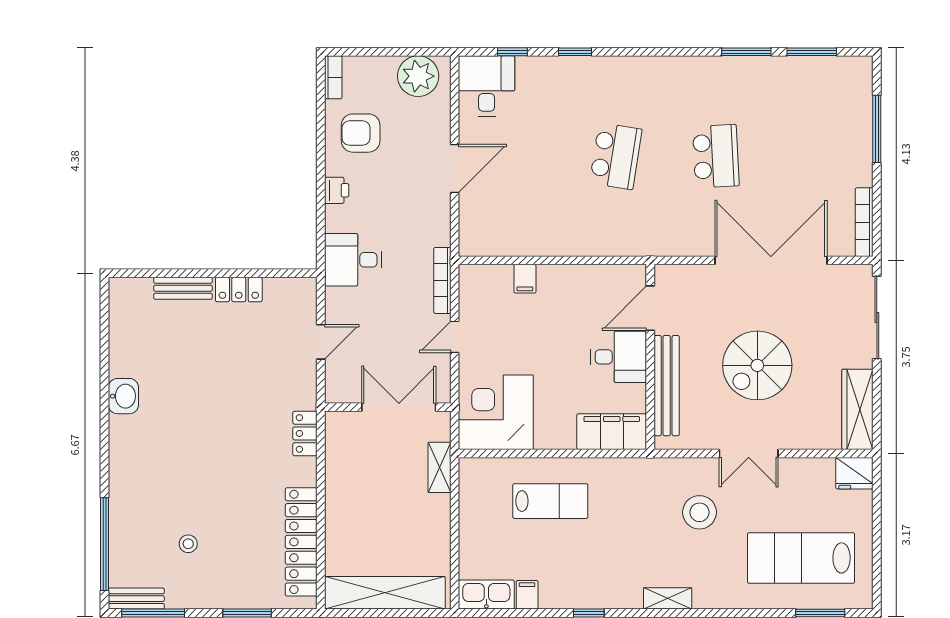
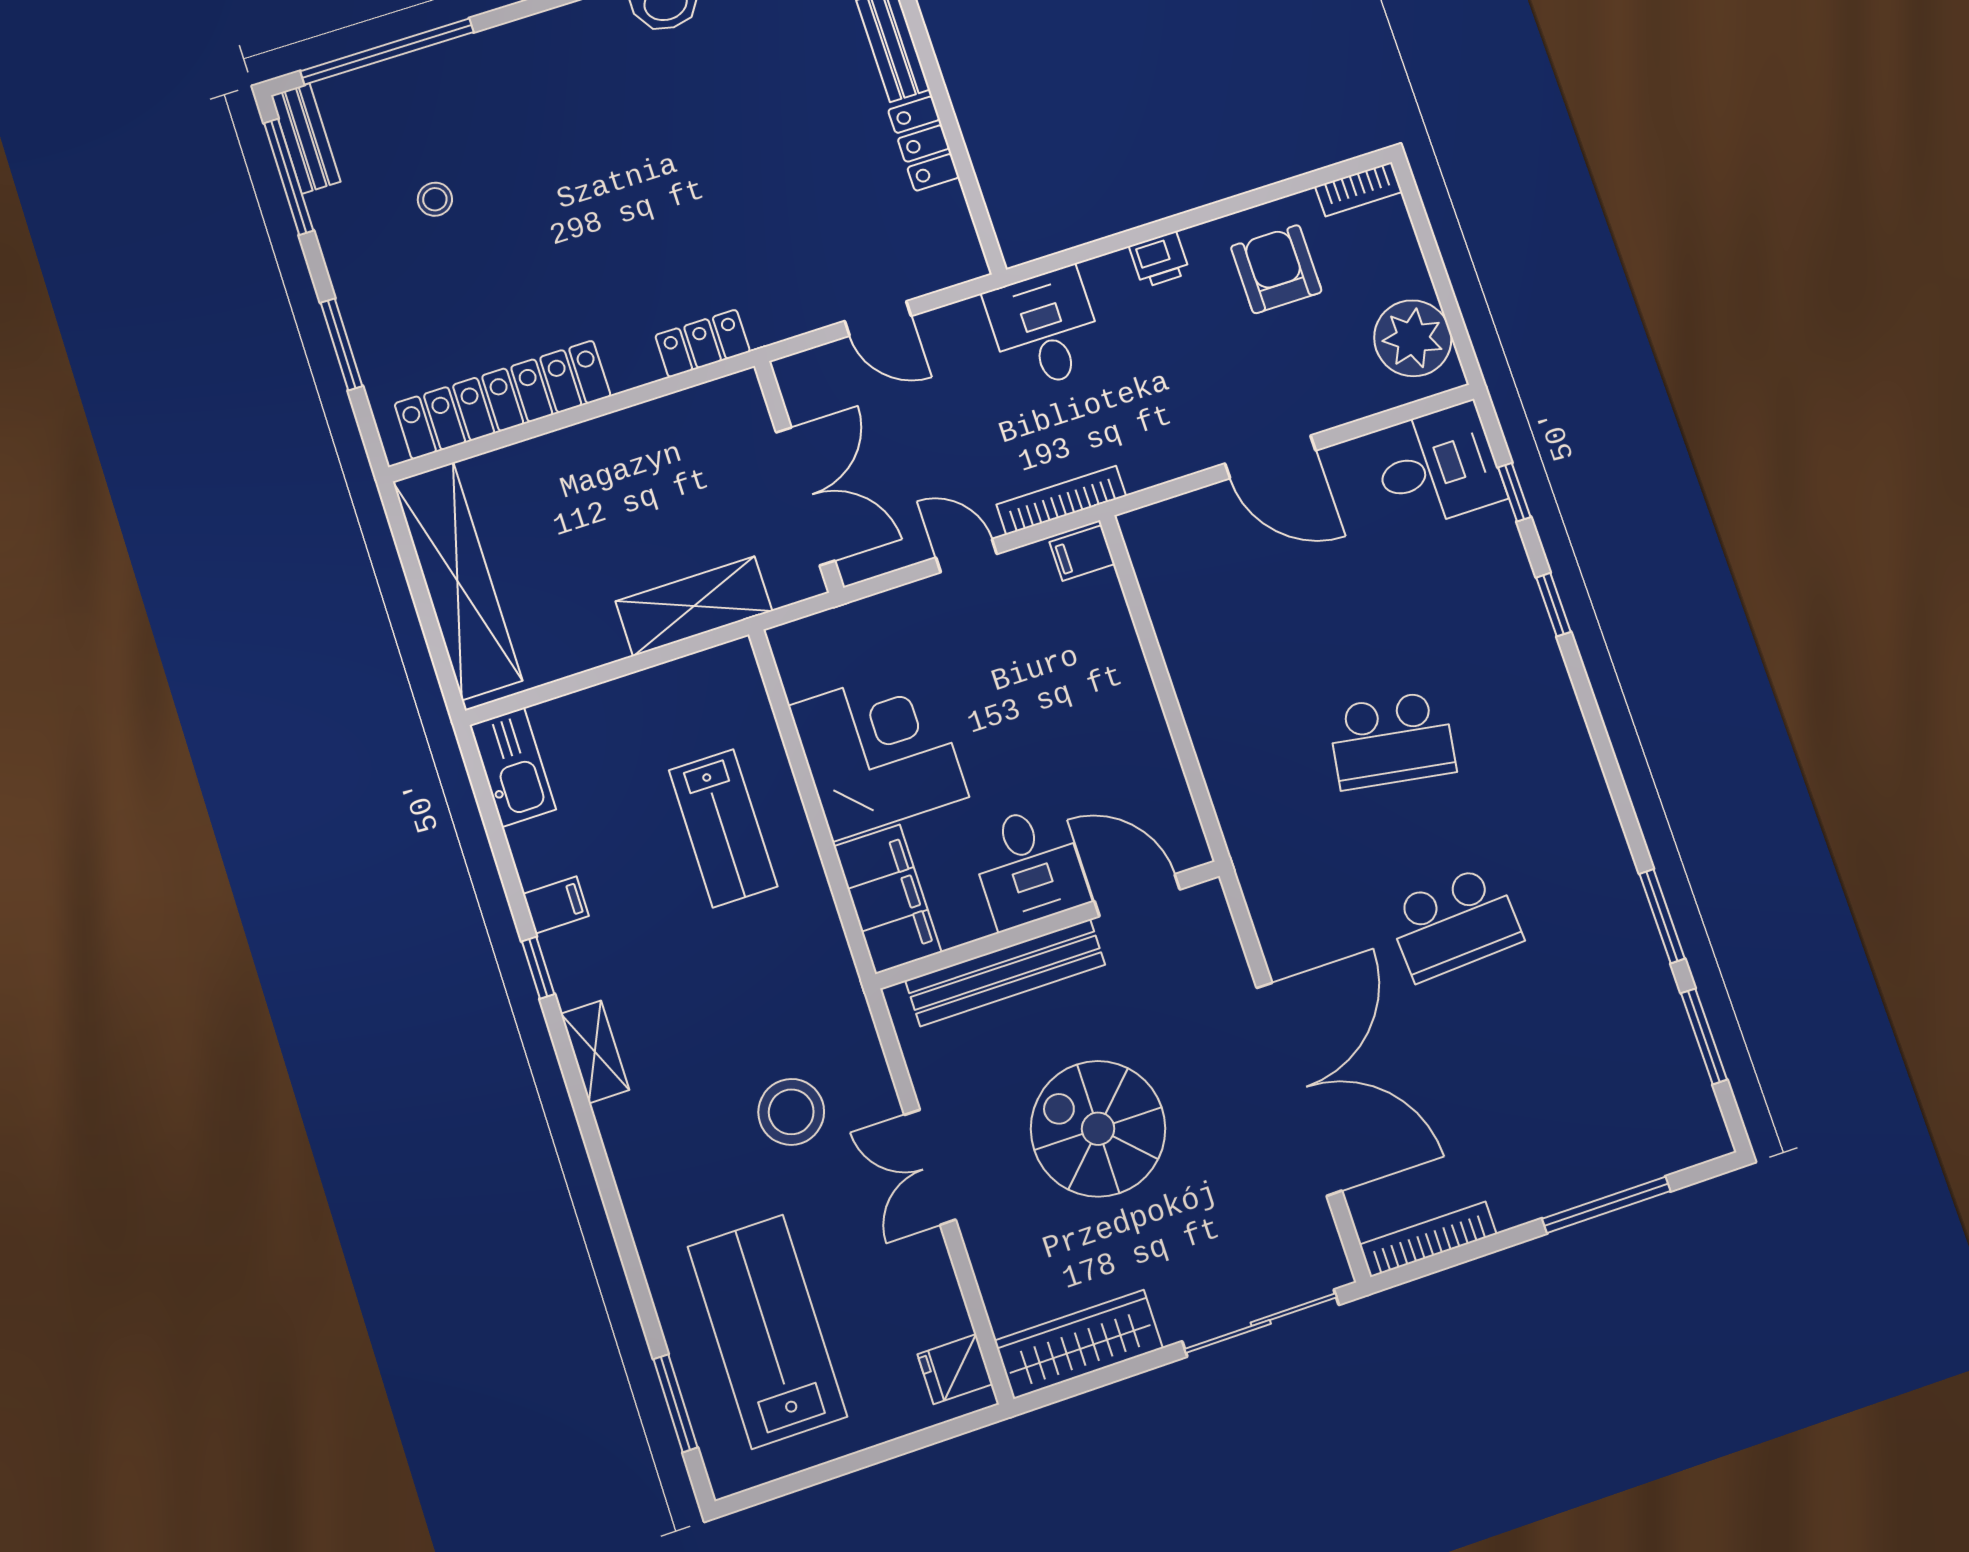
filing cabinet: (525, 279) -> (1082, 553), moved
corner desk: (496, 412) -> (879, 751), moved
shelving: (439, 467) -> (694, 606), width x1.50, depth x1.33
fridge: (854, 473) -> (955, 1369), width x0.72
filing cabinet: (527, 595) -> (556, 905), moved
shelving: (668, 598) -> (595, 1052), moved

